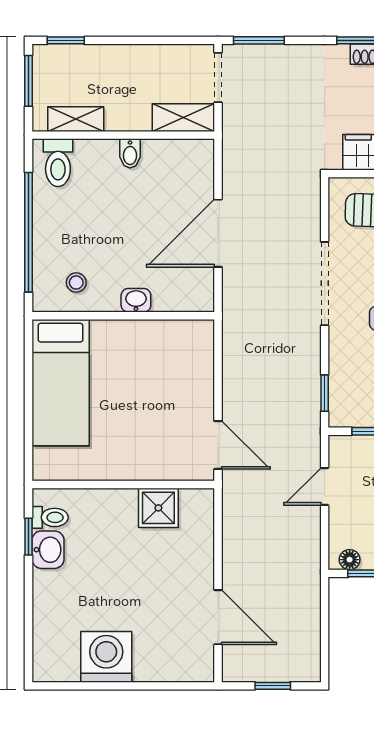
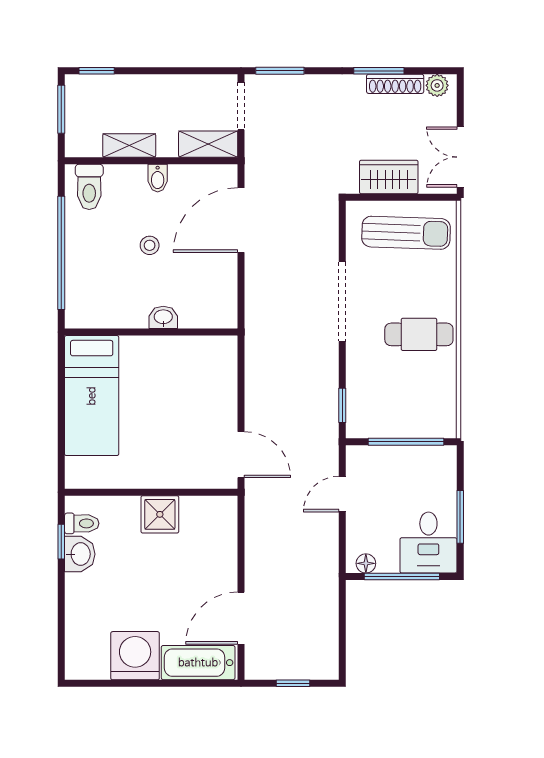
shelving: (76, 119) -> (129, 145), moved
door: (218, 233) -> (241, 220), moved
stool: (76, 283) -> (150, 245), moved
shower: (158, 508) -> (160, 514), moved
door: (218, 617) -> (241, 618), swing flipped
bathtub: (173, 664) -> (198, 663), added

